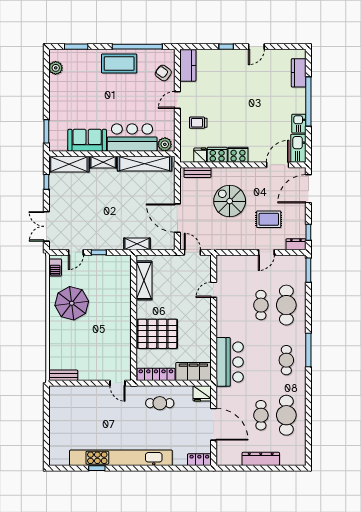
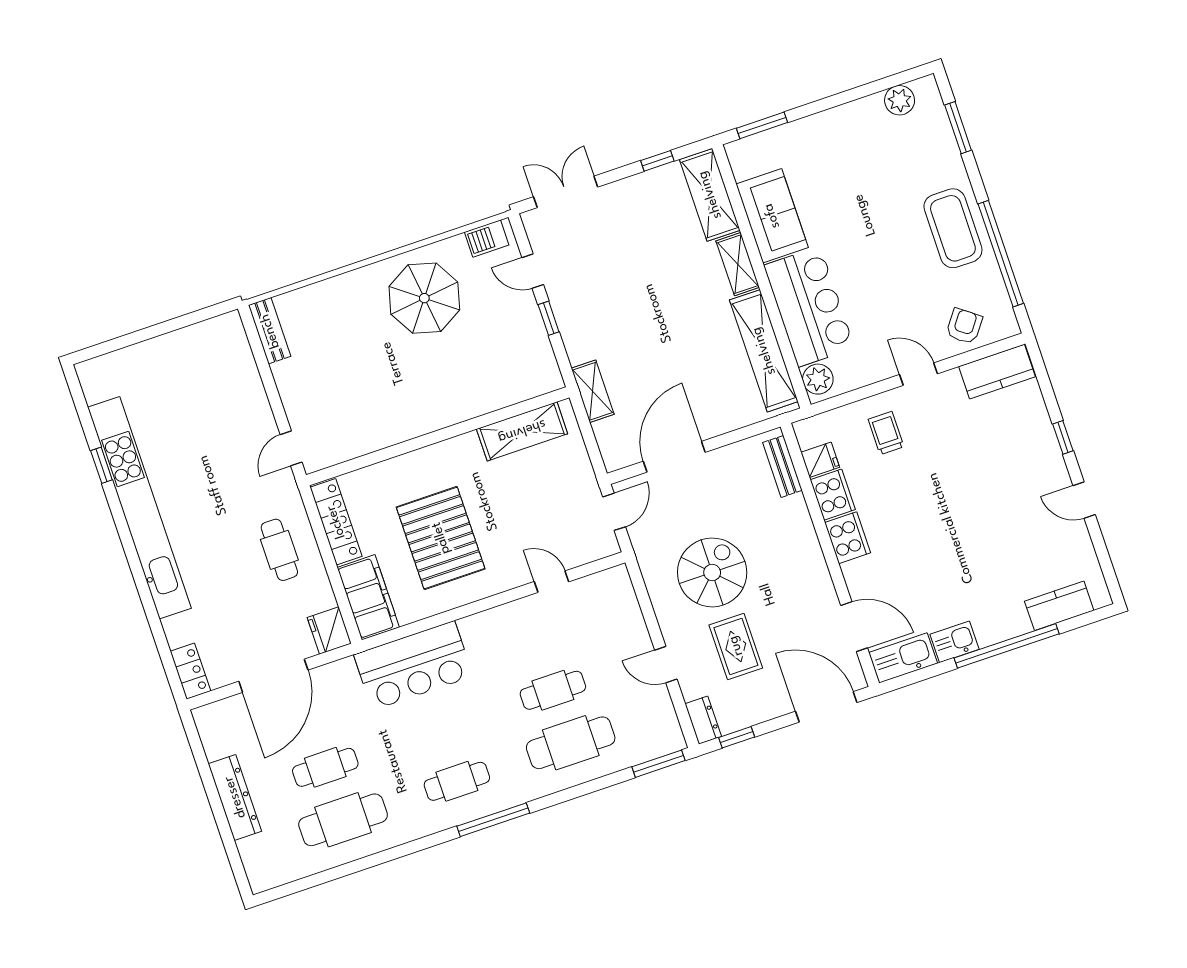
spiral stairs: (230, 201) -> (712, 572), moved
pallet: (157, 334) -> (441, 538), moved

